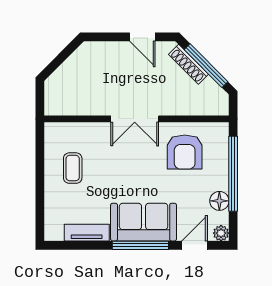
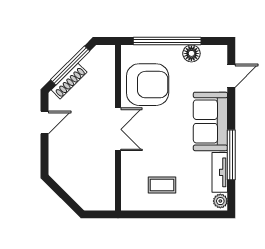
armchair: (185, 152) -> (148, 85), width x1.36, depth x1.36
plant: (221, 233) -> (220, 201), moved
window: (140, 245) -> (231, 155), moved
door: (194, 245) -> (231, 76), swing flipped

